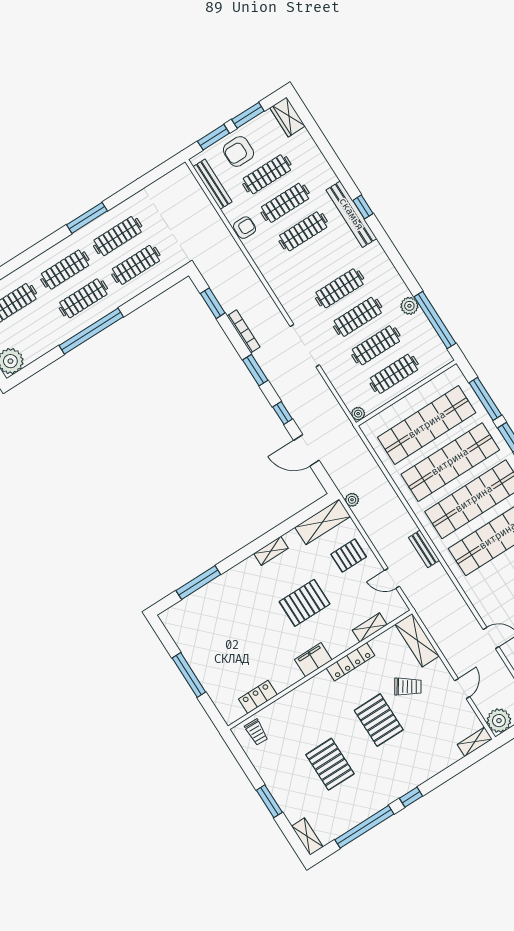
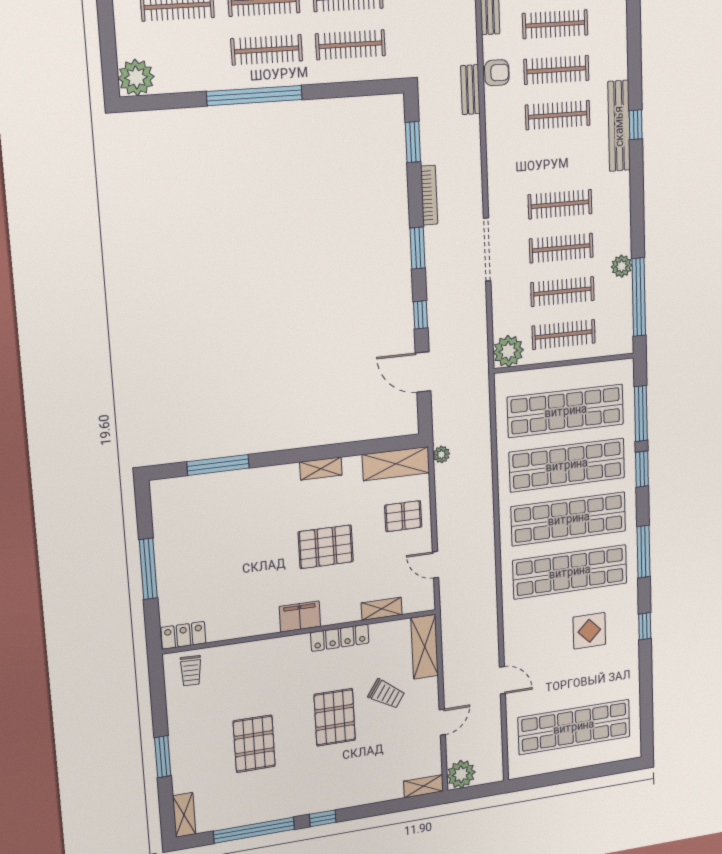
plant: (358, 414) -> (508, 351), width x1.87, depth x1.87
bench: (424, 549) -> (470, 90), moved
locker: (258, 697) -> (183, 635), moved

